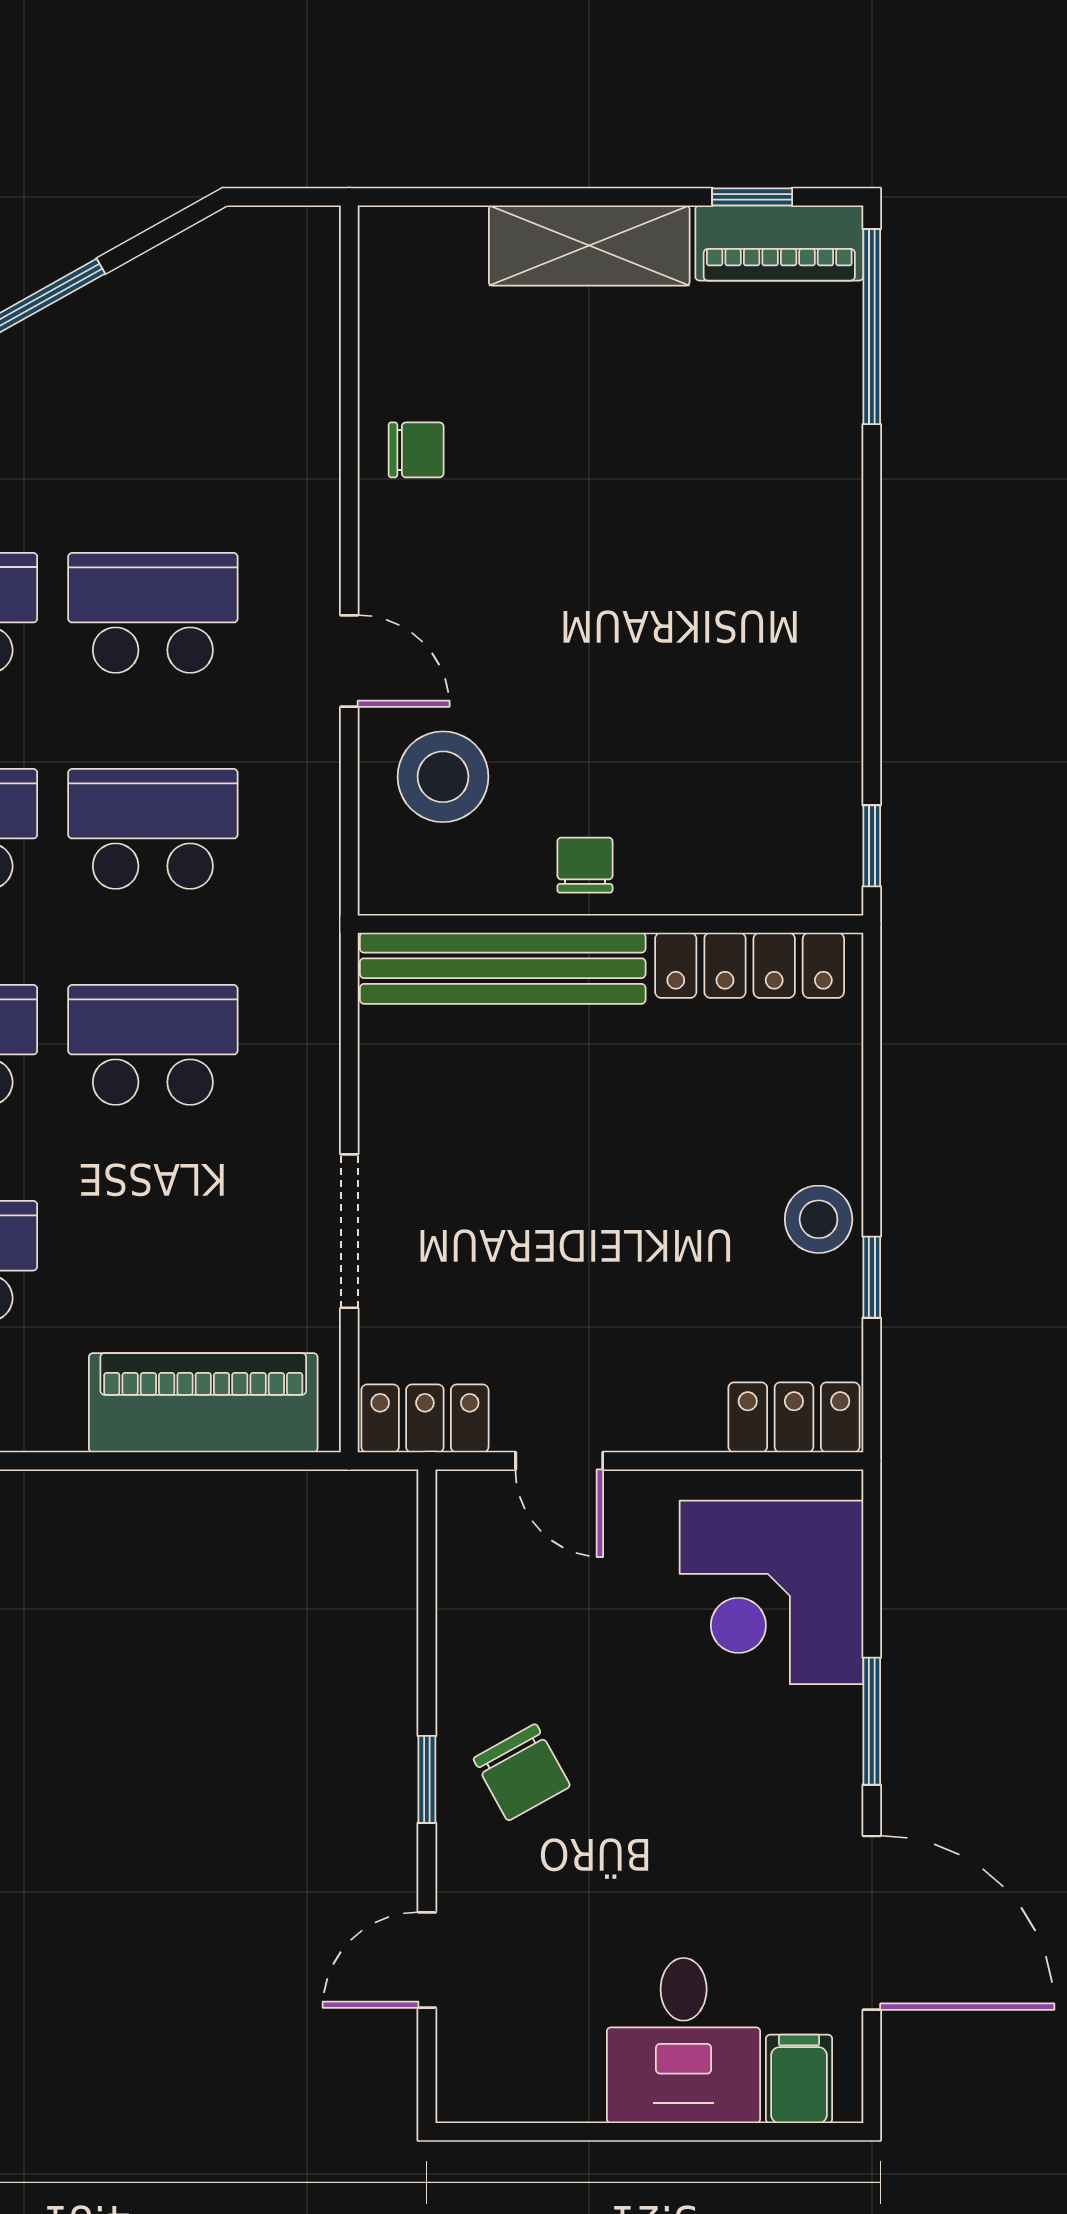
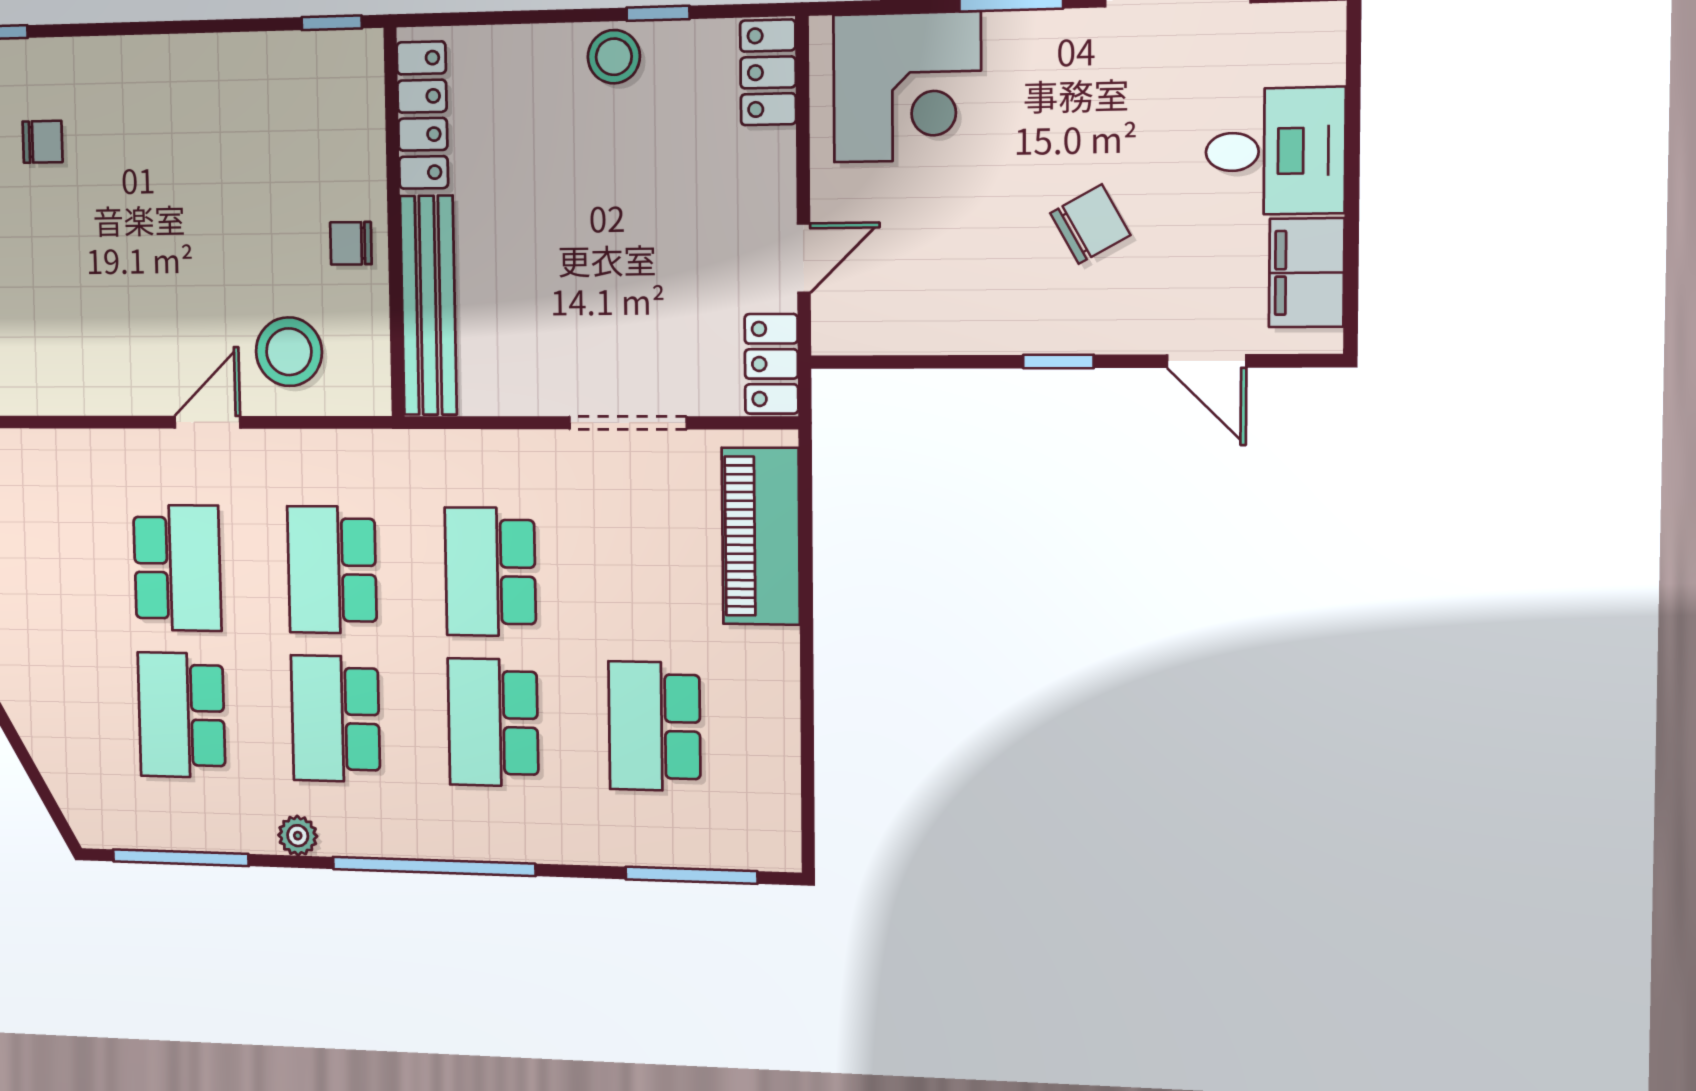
chair: (416, 450) -> (43, 142), moved, turned 90
school desk: (153, 613) -> (177, 568), turned 180
chair: (522, 1772) -> (1090, 224), moved
filing cabinet: (799, 2079) -> (1307, 273), moved, width x2.00

